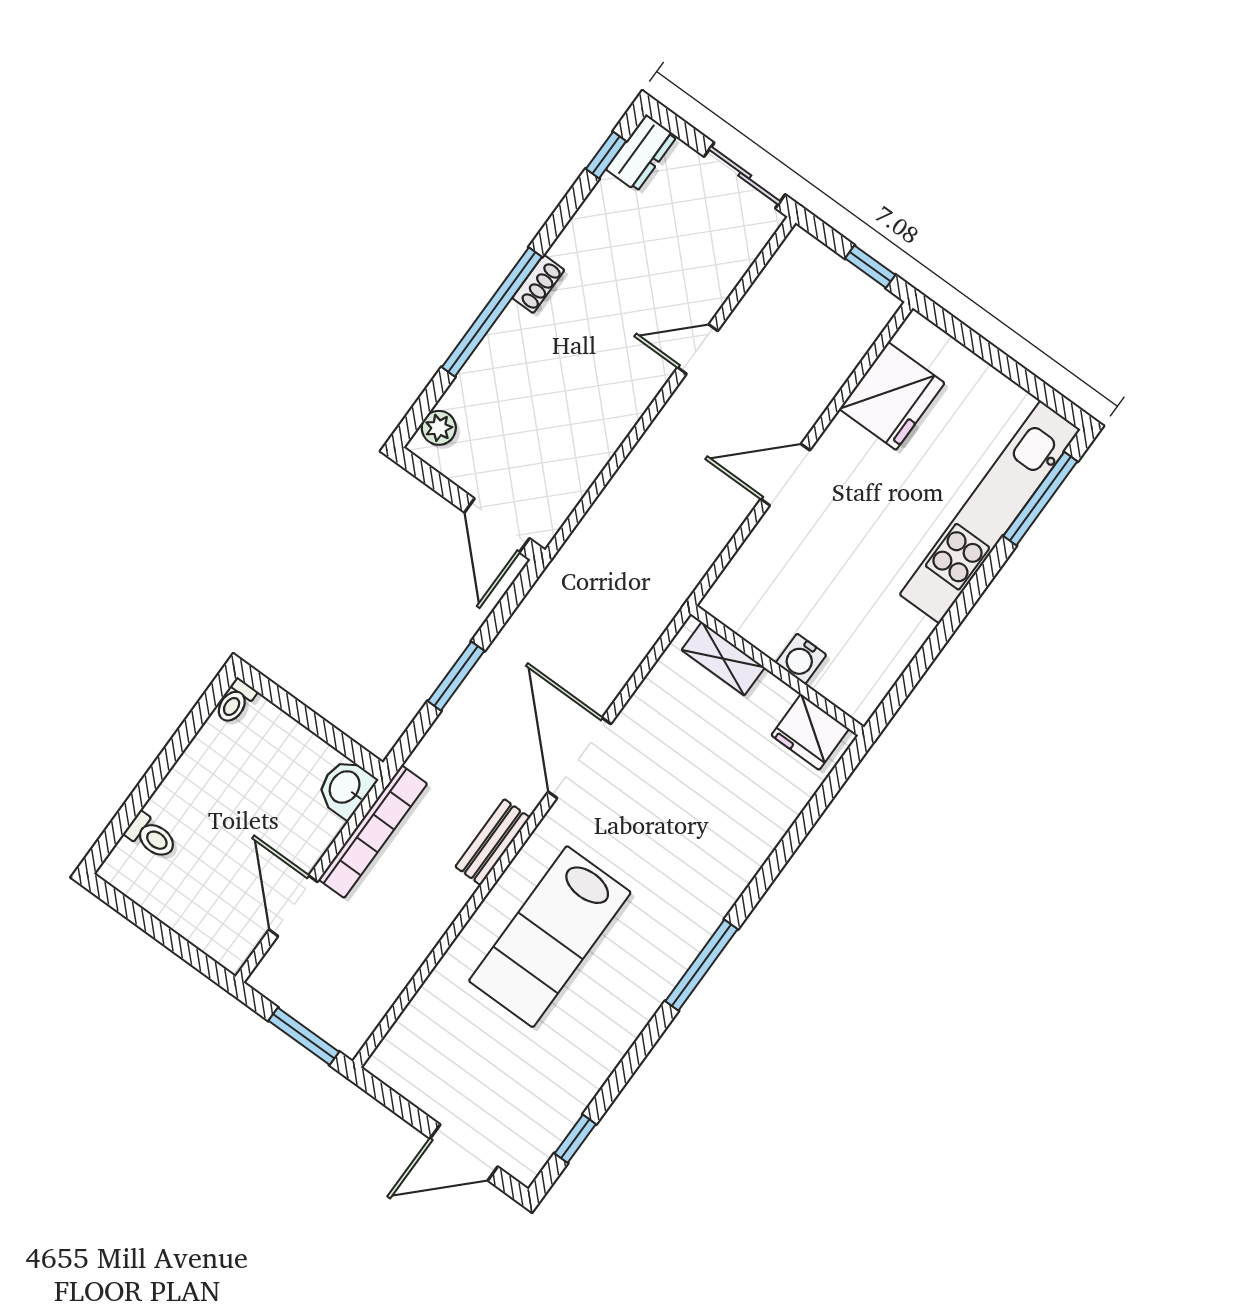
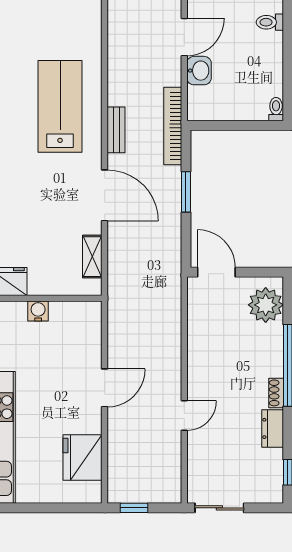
dresser: (641, 153) -> (273, 428), moved
plant: (439, 428) -> (266, 305), width x1.87, depth x1.87
shelving: (723, 659) -> (92, 257), moved, turned 90
washbasin: (346, 788) -> (199, 71), moved
bookcase: (373, 832) -> (173, 126), moved
door: (293, 906) -> (184, 37), hinge flipped

